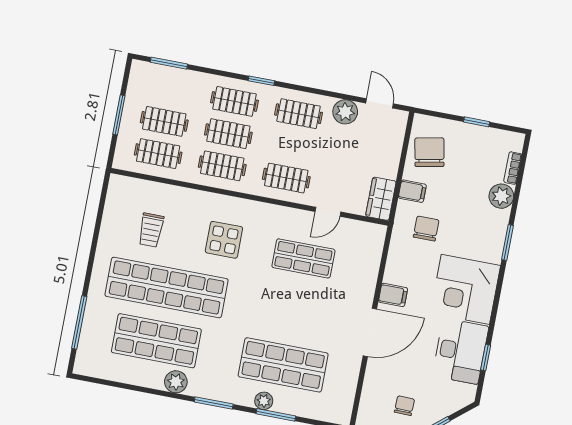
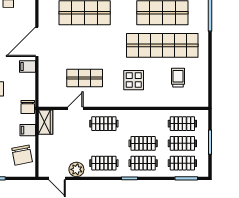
clothes rail: (222, 166) -> (182, 163), moved
chair: (426, 229) -> (28, 107), moved

